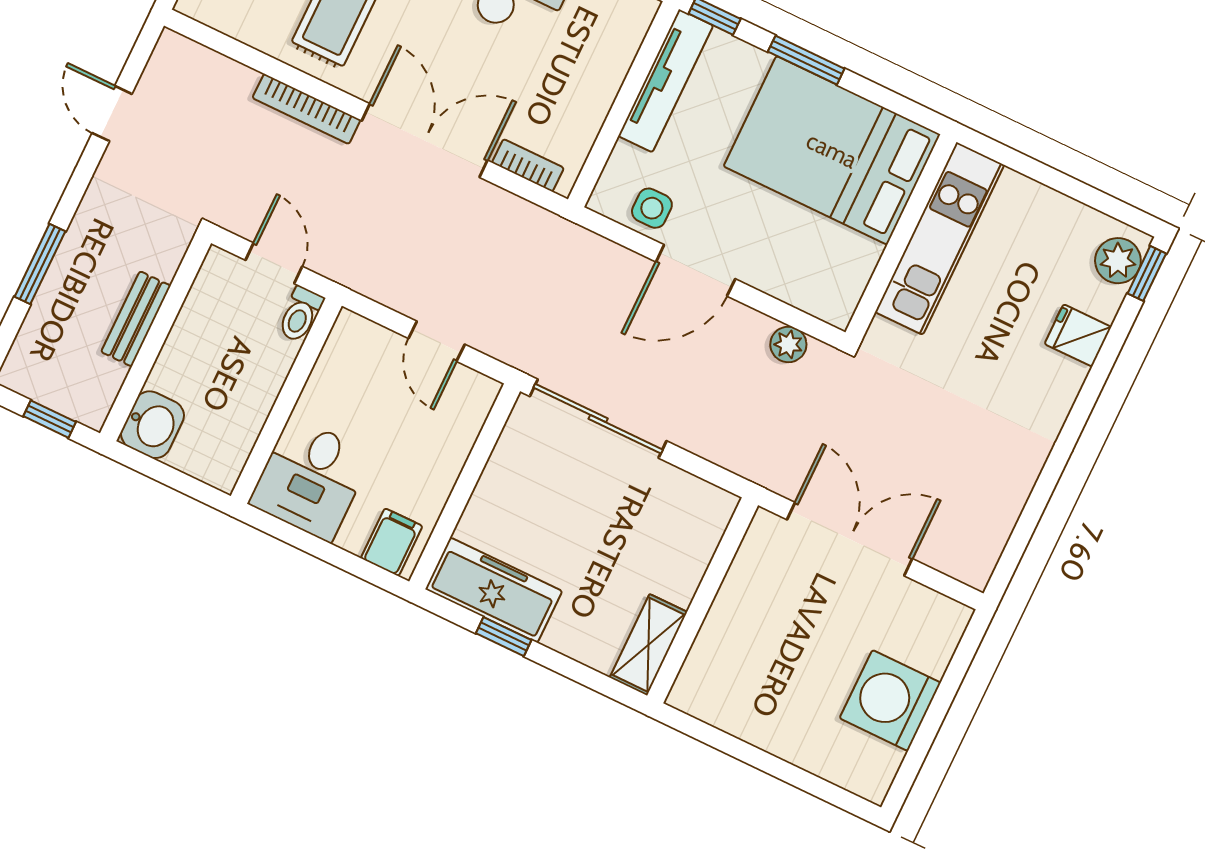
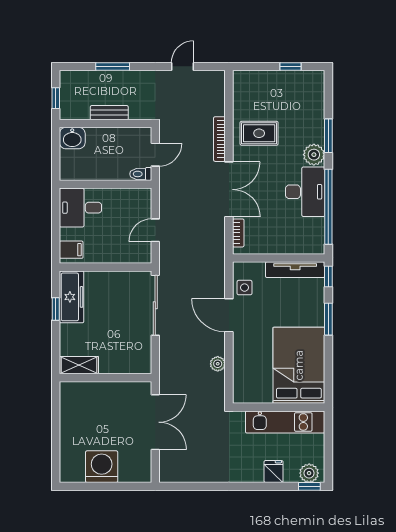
bed: (832, 150) -> (299, 365), moved
wall: (901, 237) -> (279, 407), moved
kitchen unit: (940, 238) -> (285, 422), moved

